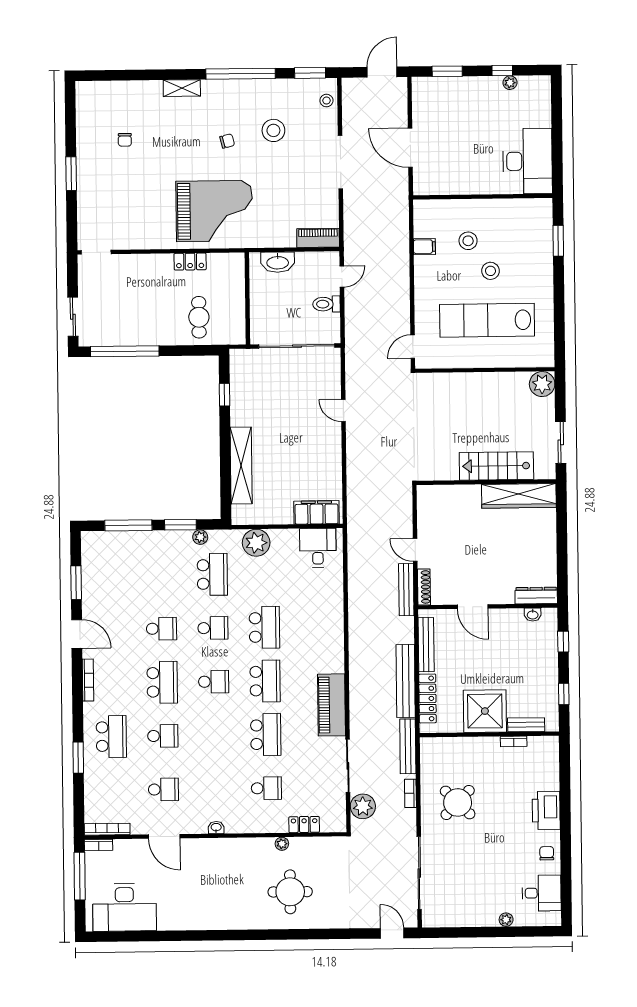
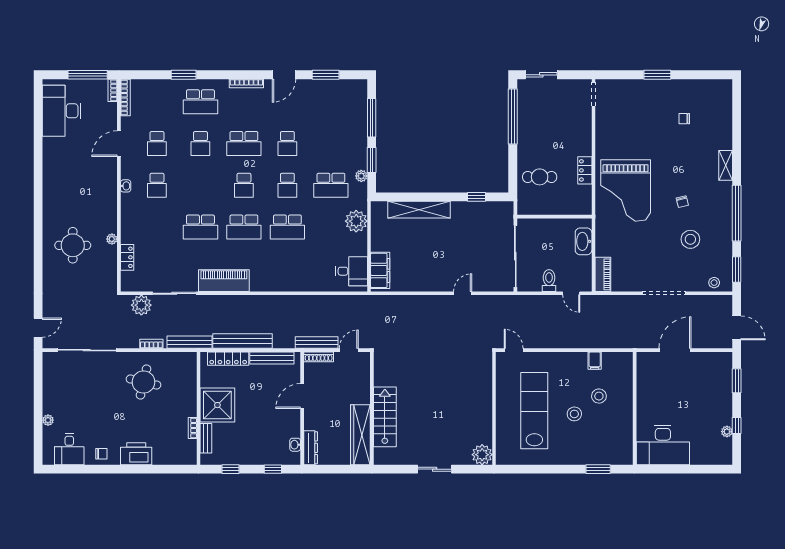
stairs: (496, 466) -> (385, 417), moved
wall: (486, 482) -> (372, 408), moved
wardrobe: (519, 496) -> (360, 435), moved
school desk: (266, 788) -> (157, 185), moved
round table: (458, 802) -> (143, 382), turned -31

